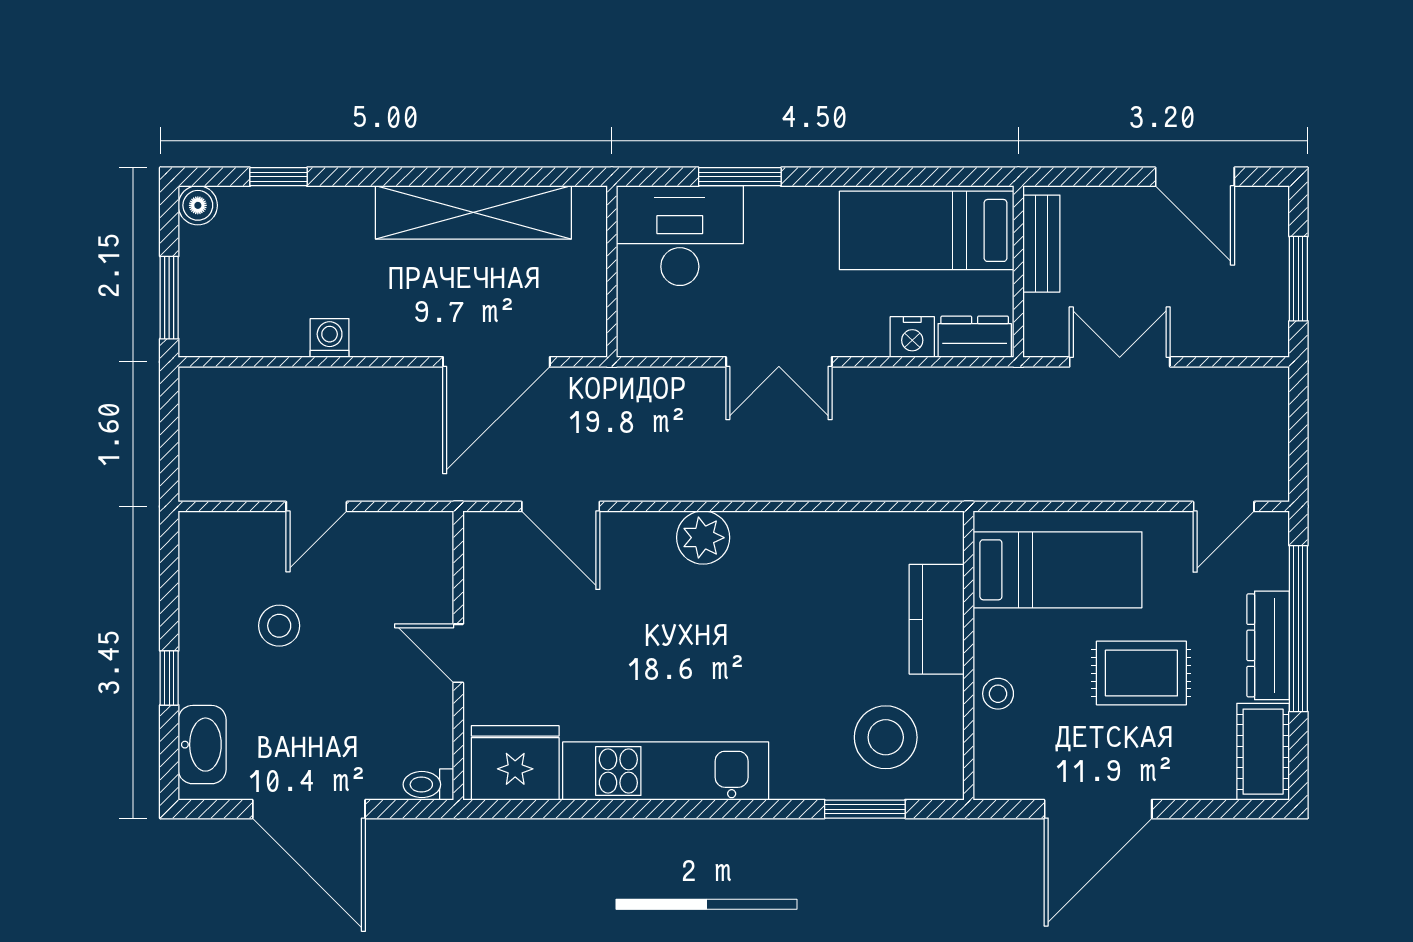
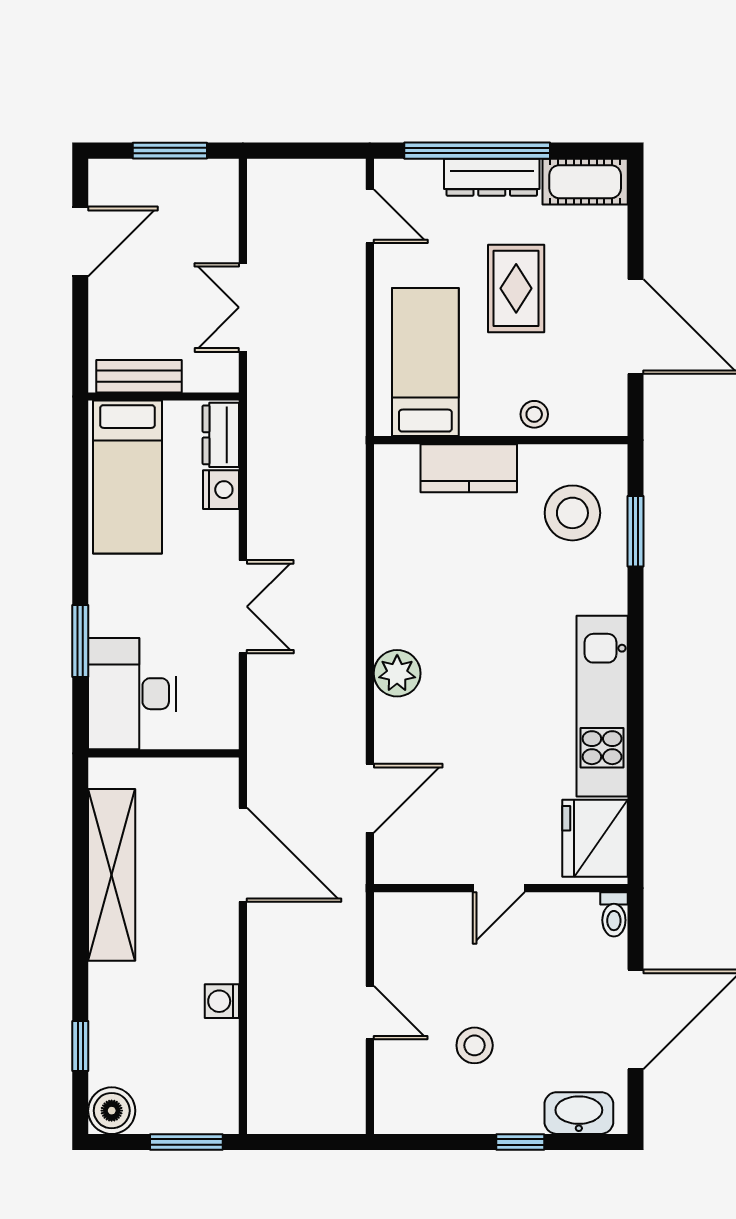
boiler: (198, 205) -> (112, 1111), width x1.36, depth x1.36

